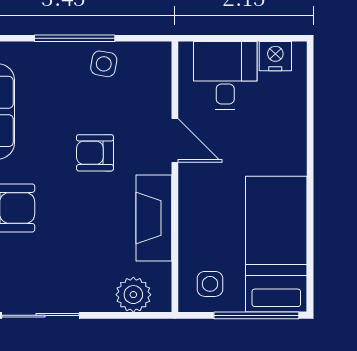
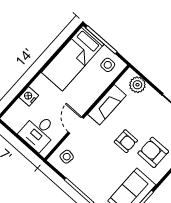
nightstand: (275, 56) -> (29, 96), moved, turned 90
side table: (104, 64) -> (67, 157), moved
armchair: (95, 153) -> (126, 141), moved

